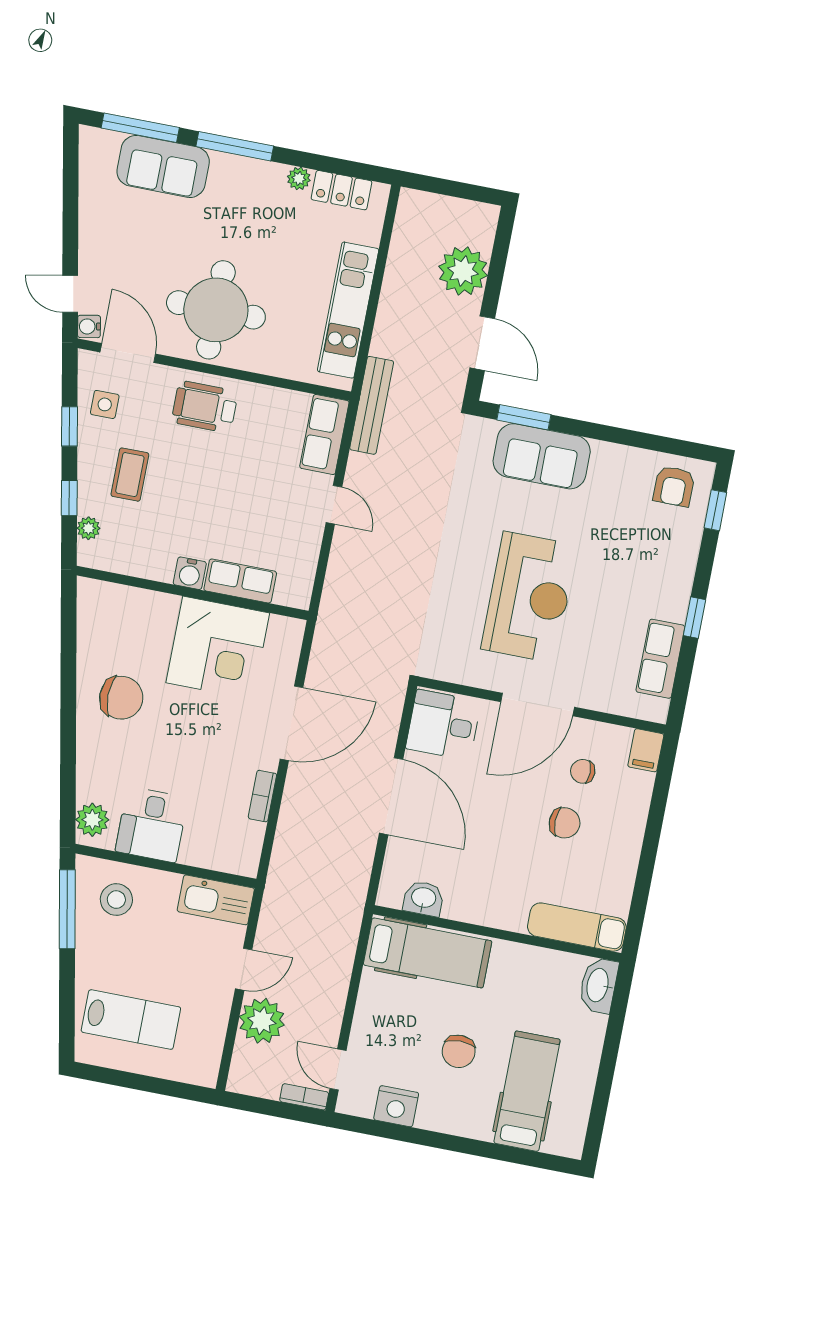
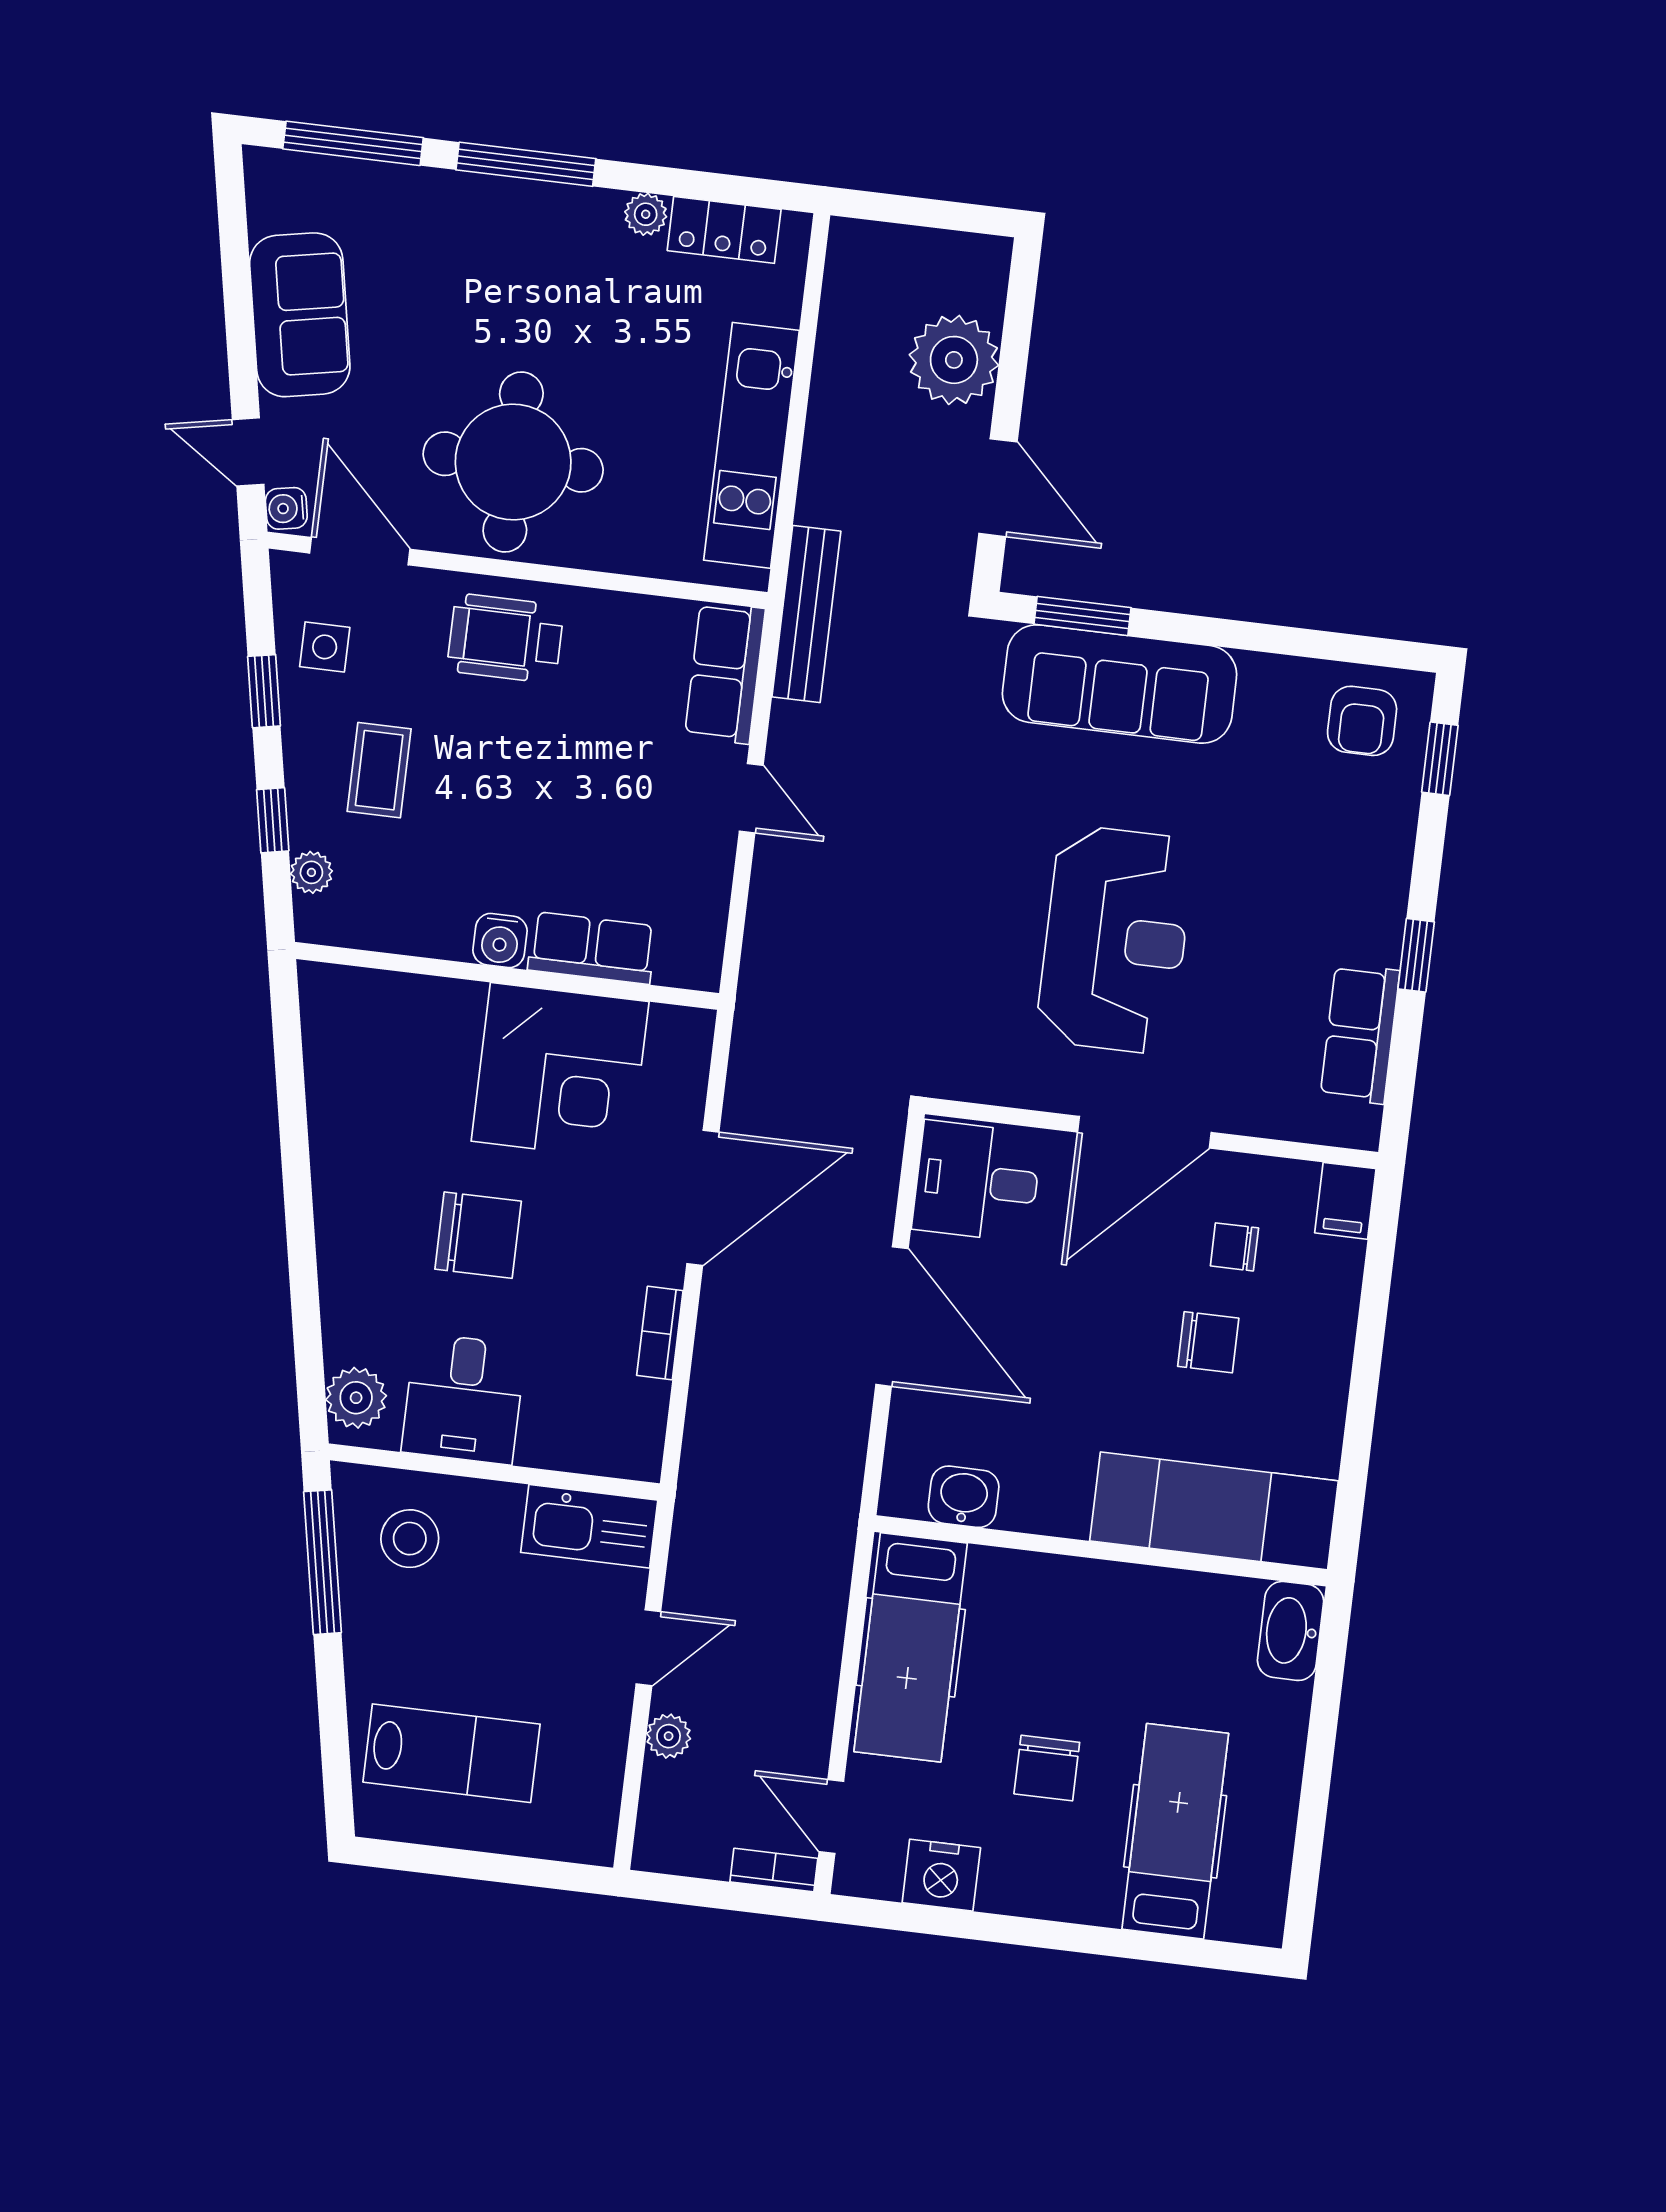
sofa: (163, 166) -> (300, 315), moved, turned -101
sofa: (542, 456) -> (1120, 684), width x1.36
chair: (121, 698) -> (478, 1235), moved
exam couch: (577, 927) -> (1214, 1511), width x1.36, depth x1.45
hospital bed: (427, 953) -> (911, 1647), moved, turned 90
plant: (262, 1021) -> (669, 1736), width x0.53, depth x0.53

